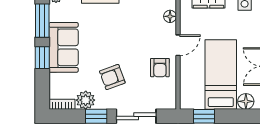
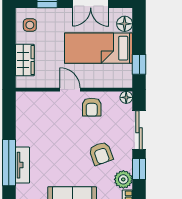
floor lamp: (170, 16) -> (126, 97), moved
armchair: (160, 68) -> (92, 107), turned 90

